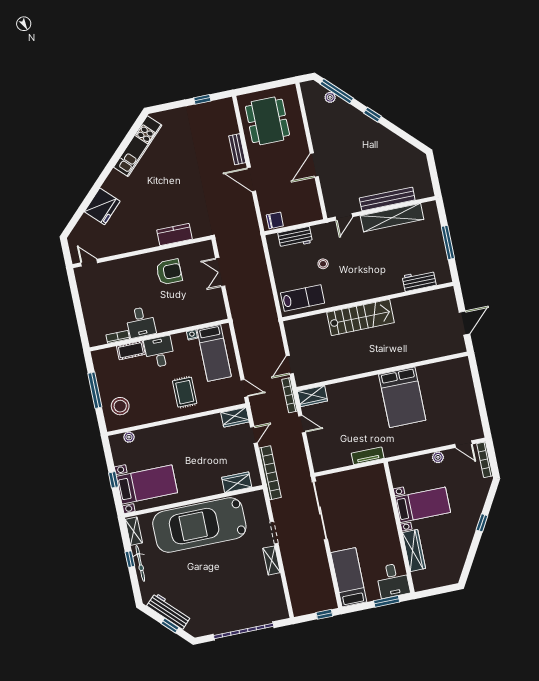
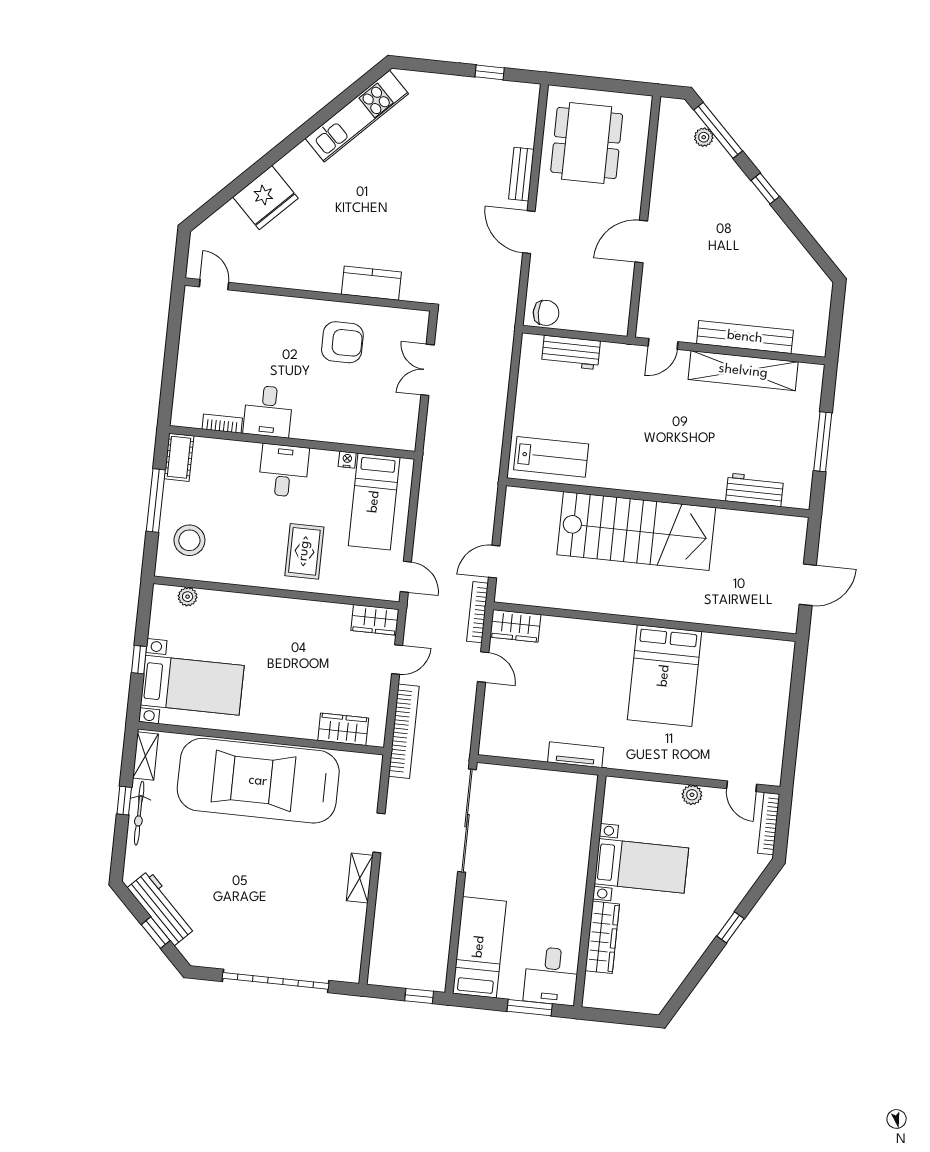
stool: (323, 264) -> (603, 411), removed
stairs: (361, 317) -> (636, 531), width x1.36, depth x1.51
cot: (131, 350) -> (179, 457), moved, turned 90

